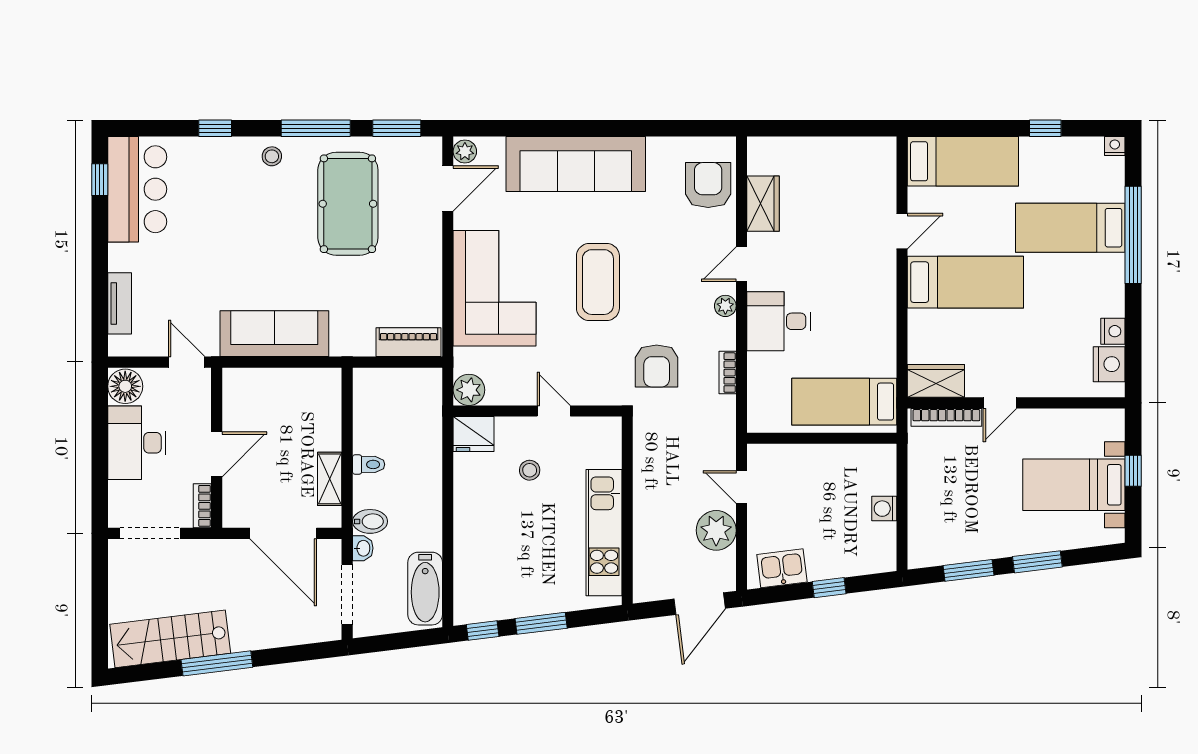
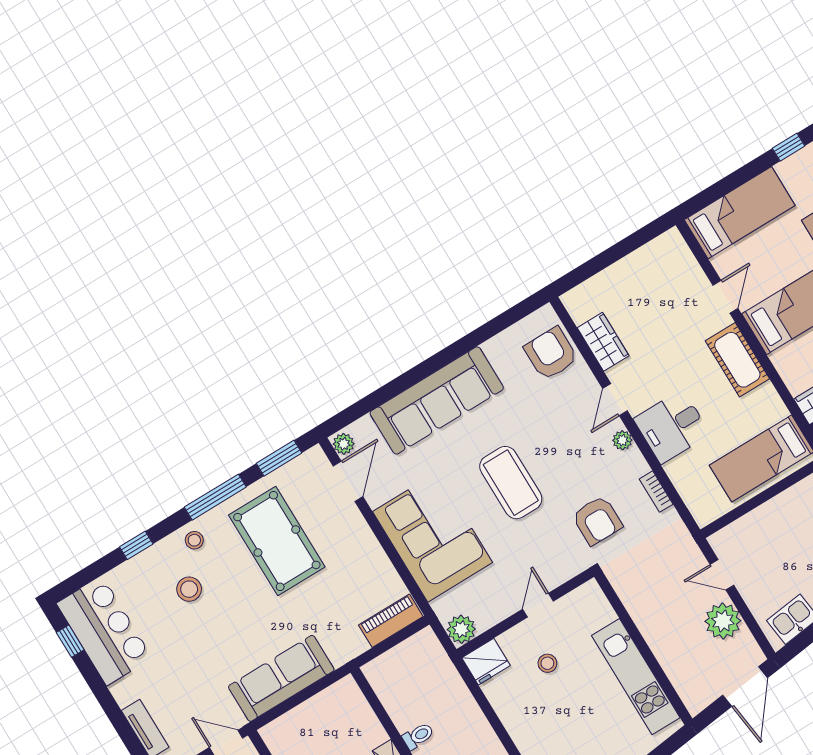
stool: (239, 199) -> (189, 589), added
cot: (877, 296) -> (737, 360), added
door: (554, 411) -> (538, 605), hinge flipped

